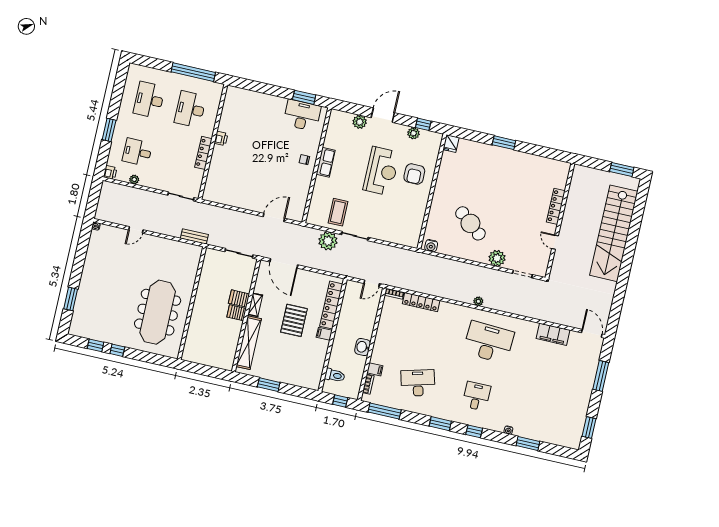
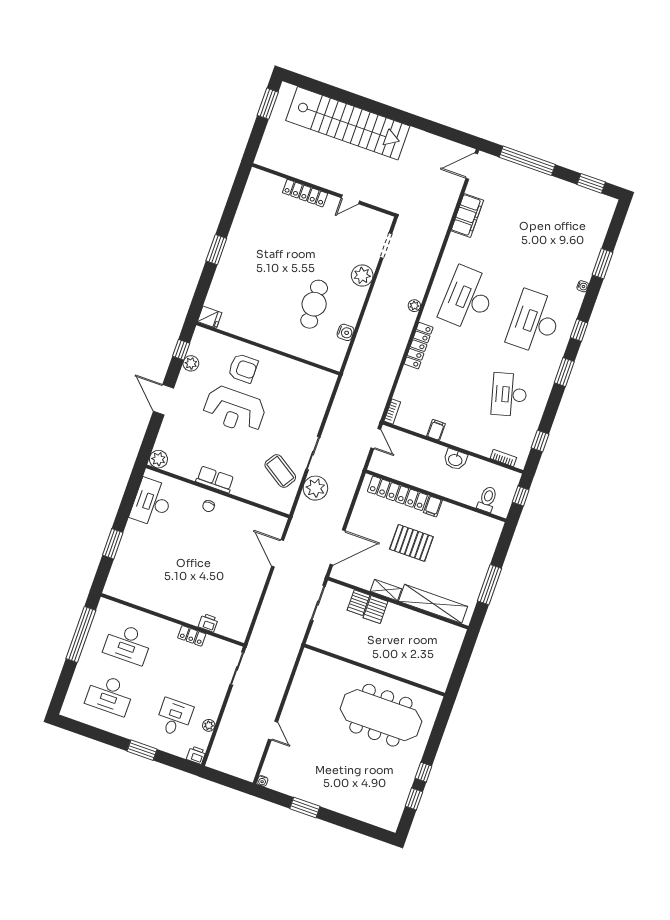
window: (304, 97) -> (113, 544), moved
plant: (360, 122) -> (158, 459), moved
printer: (221, 138) -> (208, 623), moved
desk: (137, 152) -> (174, 717), turned 180
locker: (203, 153) -> (192, 636), width x0.66
reception desk: (381, 171) -> (234, 410), turned 180
coffee table: (338, 212) -> (280, 471), turned 33
cafe table: (470, 223) -> (314, 304), turned -42
bench: (194, 236) -> (290, 657), removed
water cooler: (431, 246) -> (346, 332), moved
window: (71, 299) -> (305, 808), moved
locker: (421, 302) -> (419, 346), moved
server rack: (237, 313) -> (359, 603), moved
filing cabinet: (375, 369) -> (436, 430), moved
window: (601, 376) -> (527, 161), width x1.46
window: (269, 385) -> (489, 585), width x1.44
desk: (476, 396) -> (535, 322), width x1.87, depth x1.30
window: (385, 411) -> (540, 441), width x0.46

